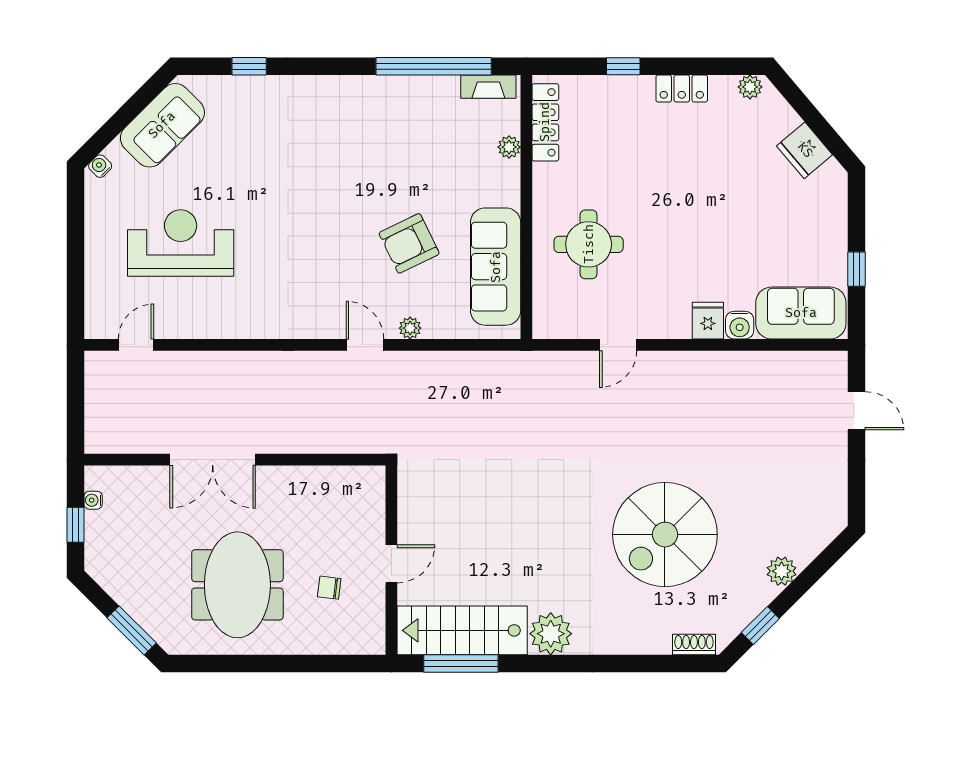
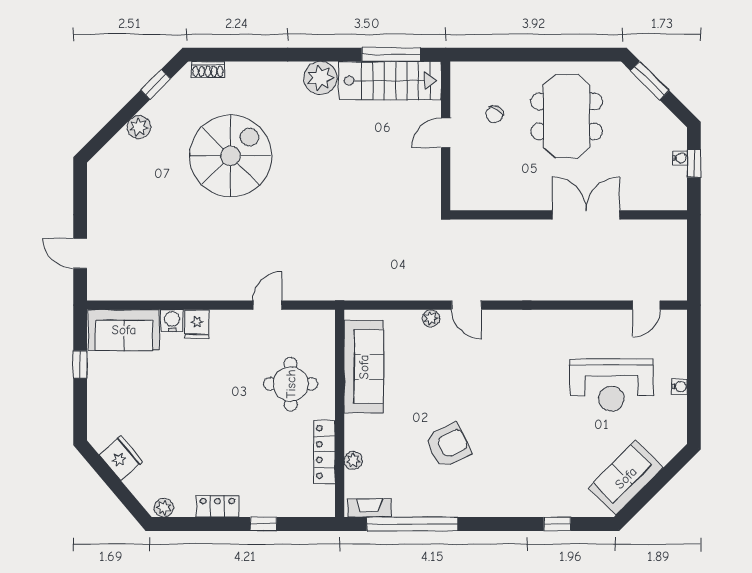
locker: (545, 122) -> (325, 452), moved
water cooler: (100, 166) -> (680, 387), moved, turned -45
armchair: (409, 243) -> (448, 445), moved
water cooler: (93, 500) -> (680, 158), moved
chair: (329, 588) -> (494, 114), turned 114

